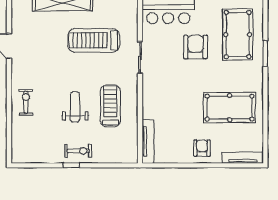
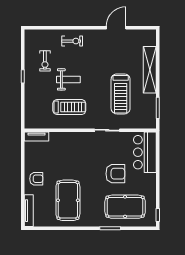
treadmill: (94, 40) -> (121, 94), turned 180
tv unit: (148, 141) -> (36, 137), width x0.71
exercise bike: (78, 151) -> (45, 61), moved

